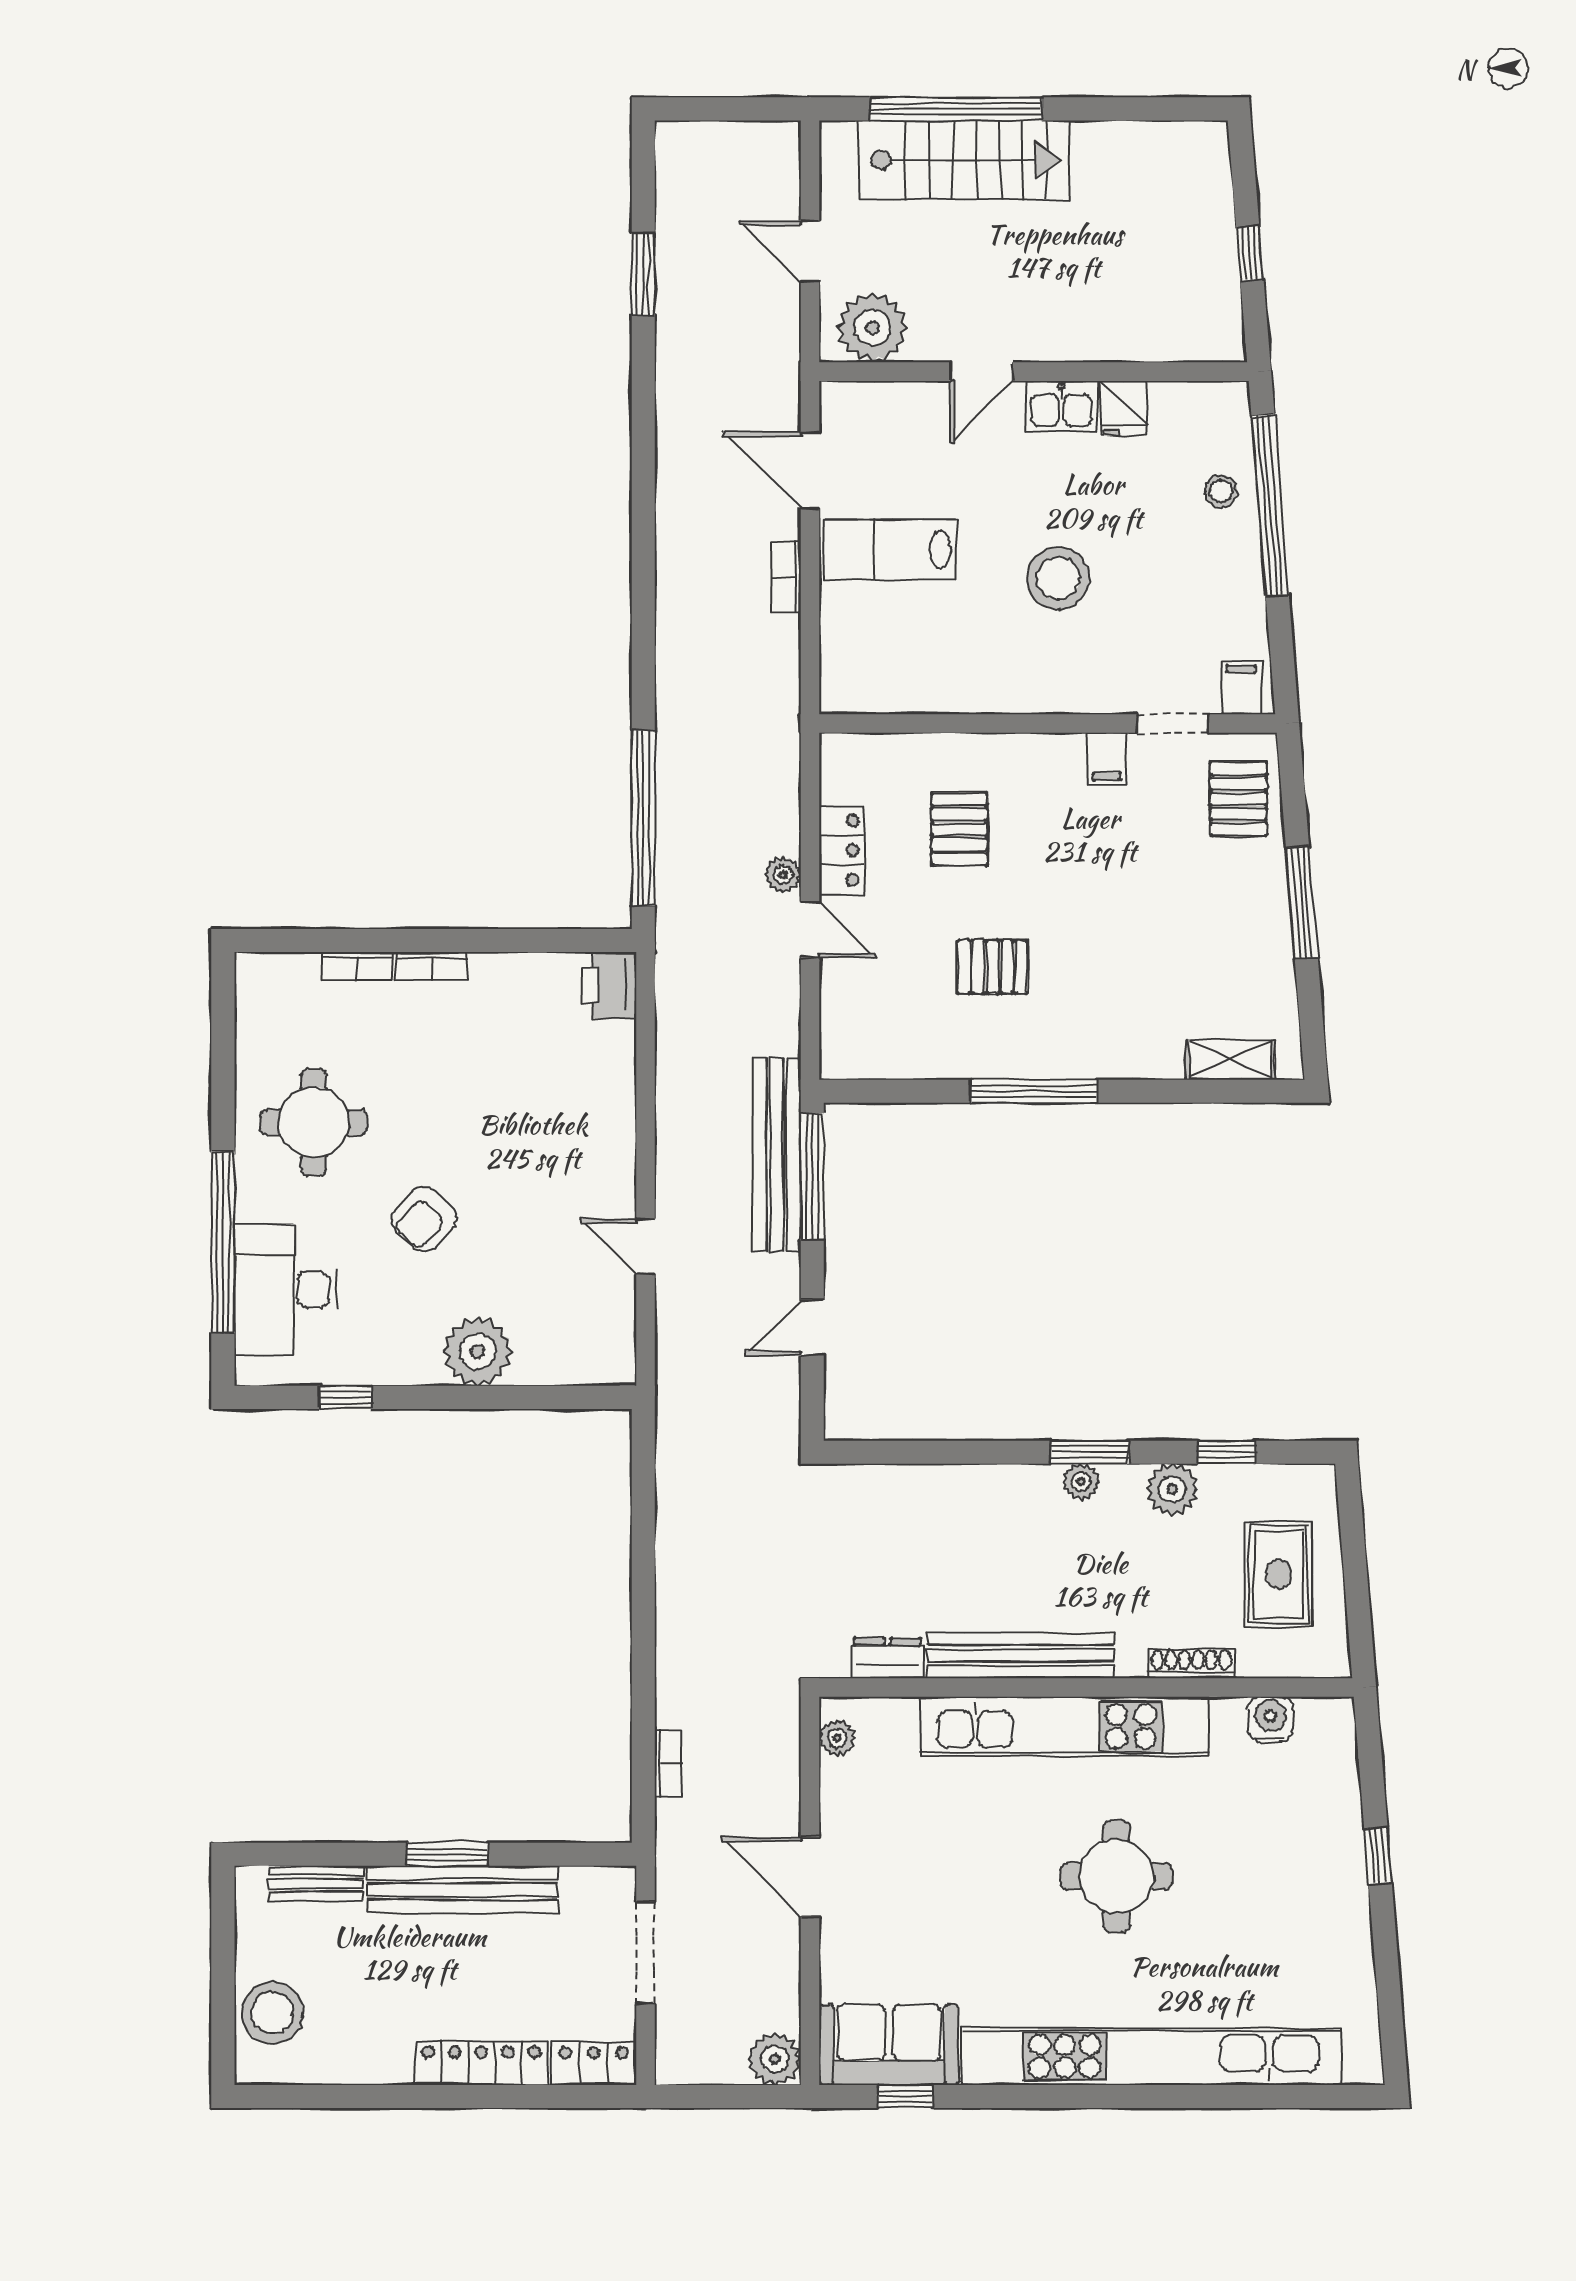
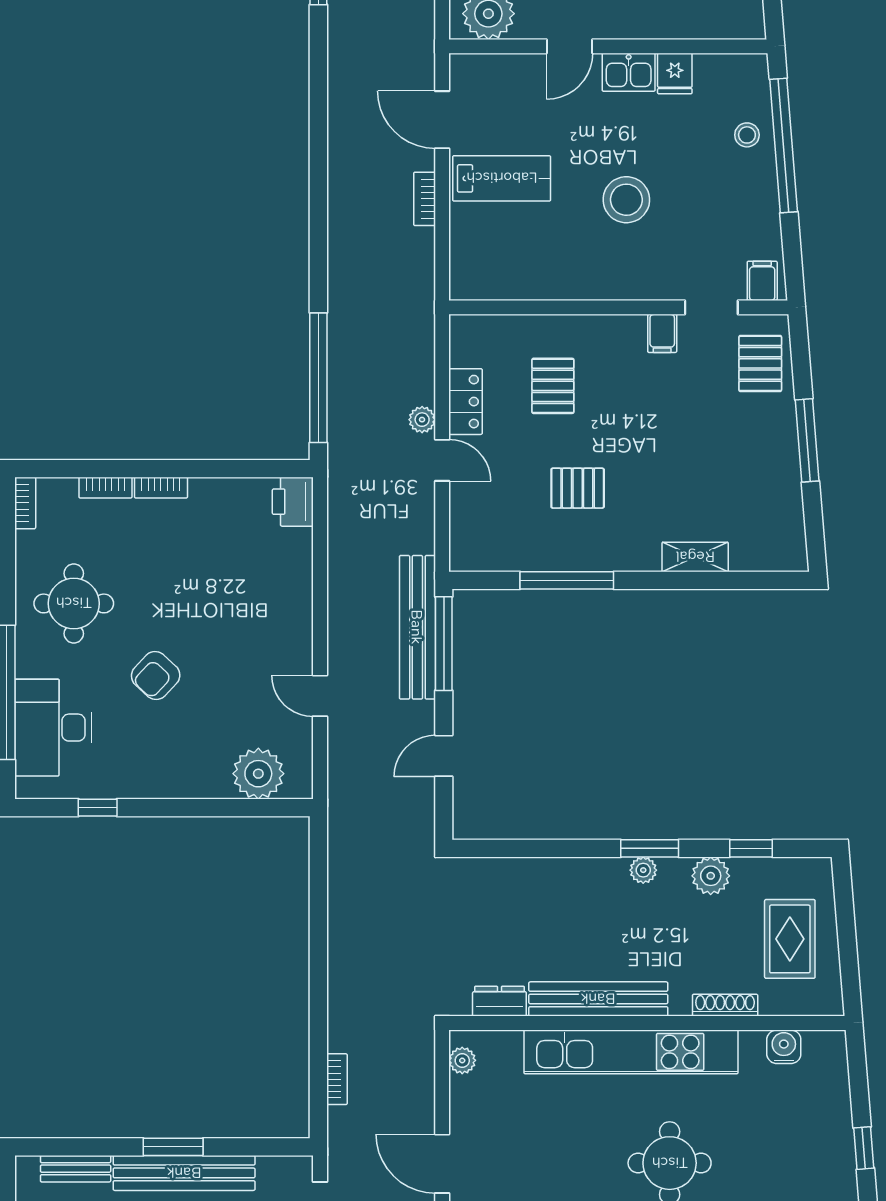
lab bench: (890, 550) -> (502, 178), turned 180
bookcase: (248, 987) -> (25, 503), added
shelving: (1230, 1060) -> (695, 557), moved
window: (1034, 1091) -> (567, 580), moved
plant: (477, 1352) -> (258, 774), moved

